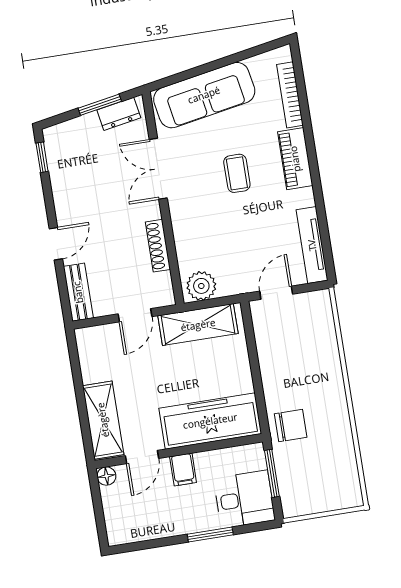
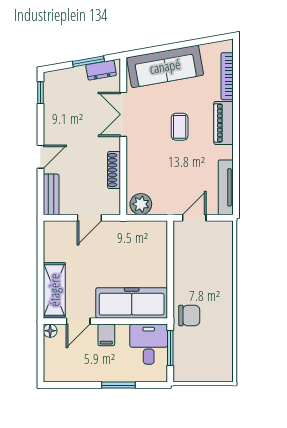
shelving: (198, 325) -> (134, 232), removed
desk: (244, 499) -> (149, 344), moved, turned -90

